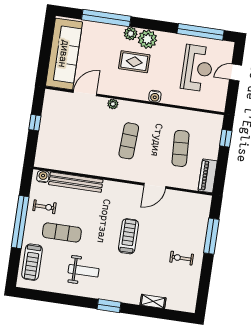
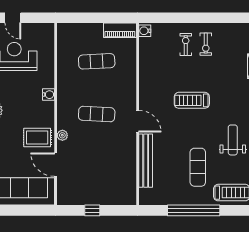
rug: (134, 62) -> (37, 138), moved, turned 90
window: (226, 138) -> (80, 18), removed
water cooler: (43, 176) -> (145, 31), moved
door: (155, 186) -> (138, 121), moved
exercise bike: (44, 207) -> (186, 45), moved
window: (211, 236) -> (180, 18), removed

